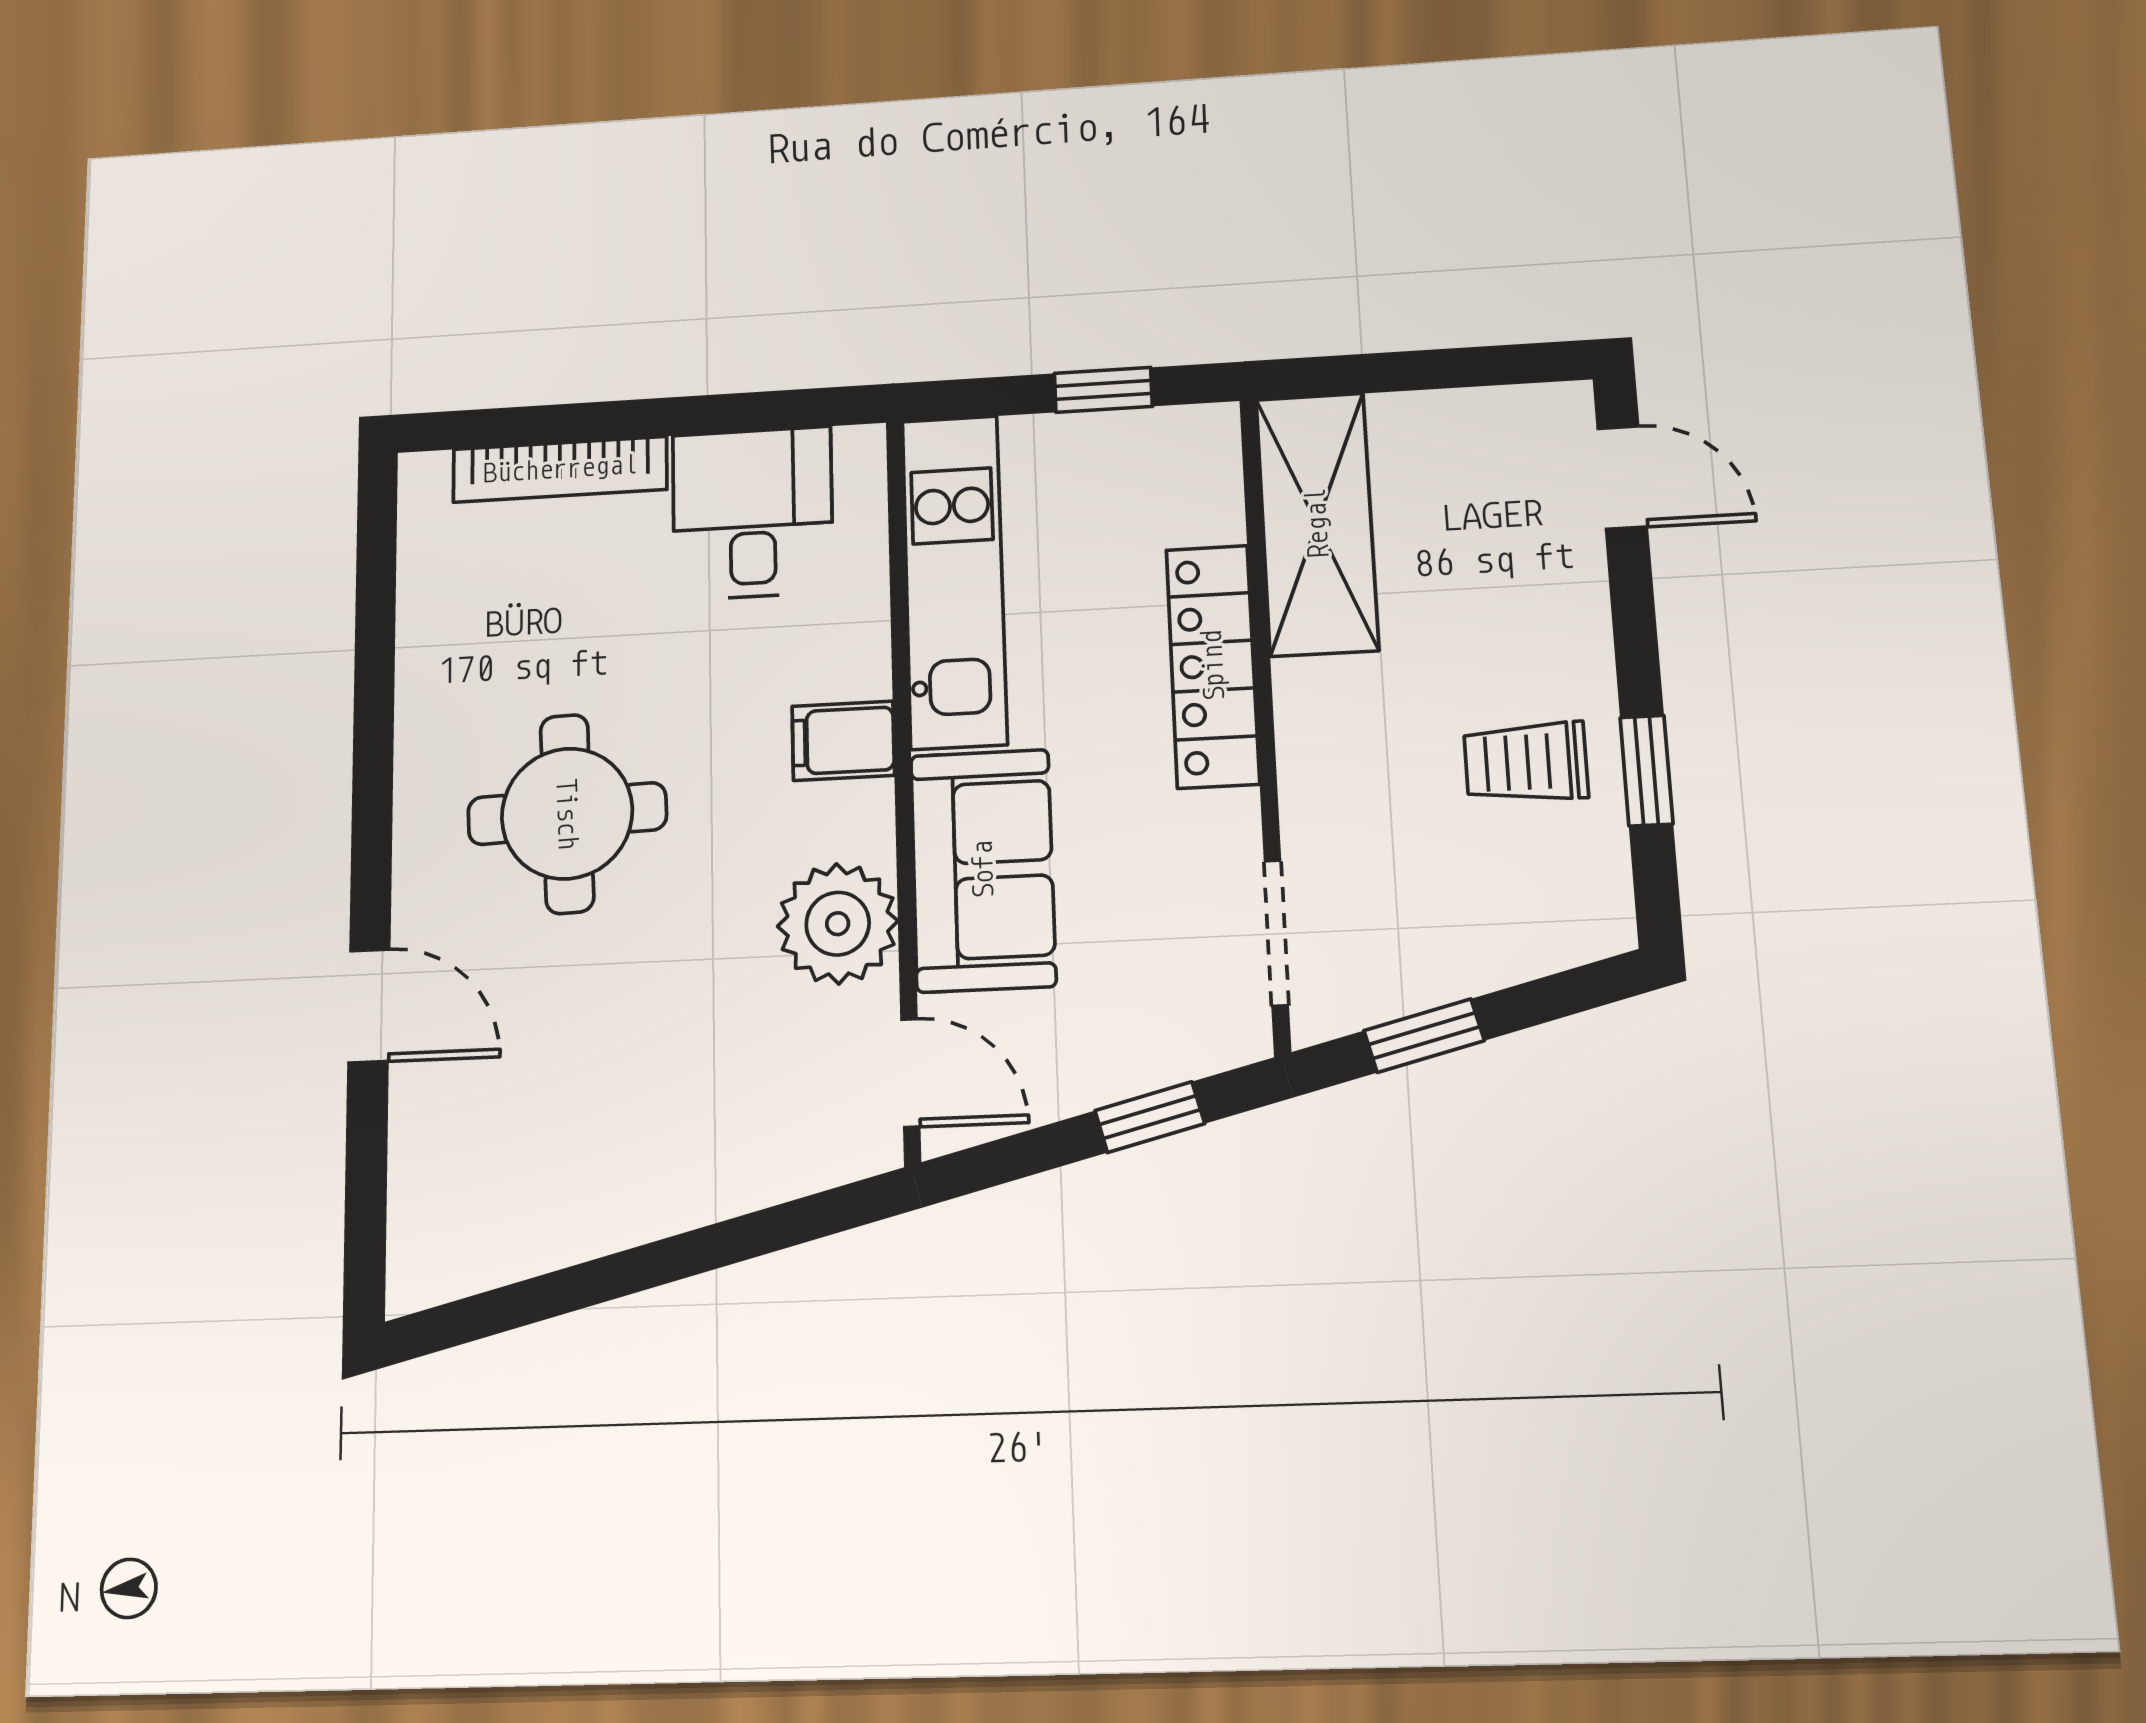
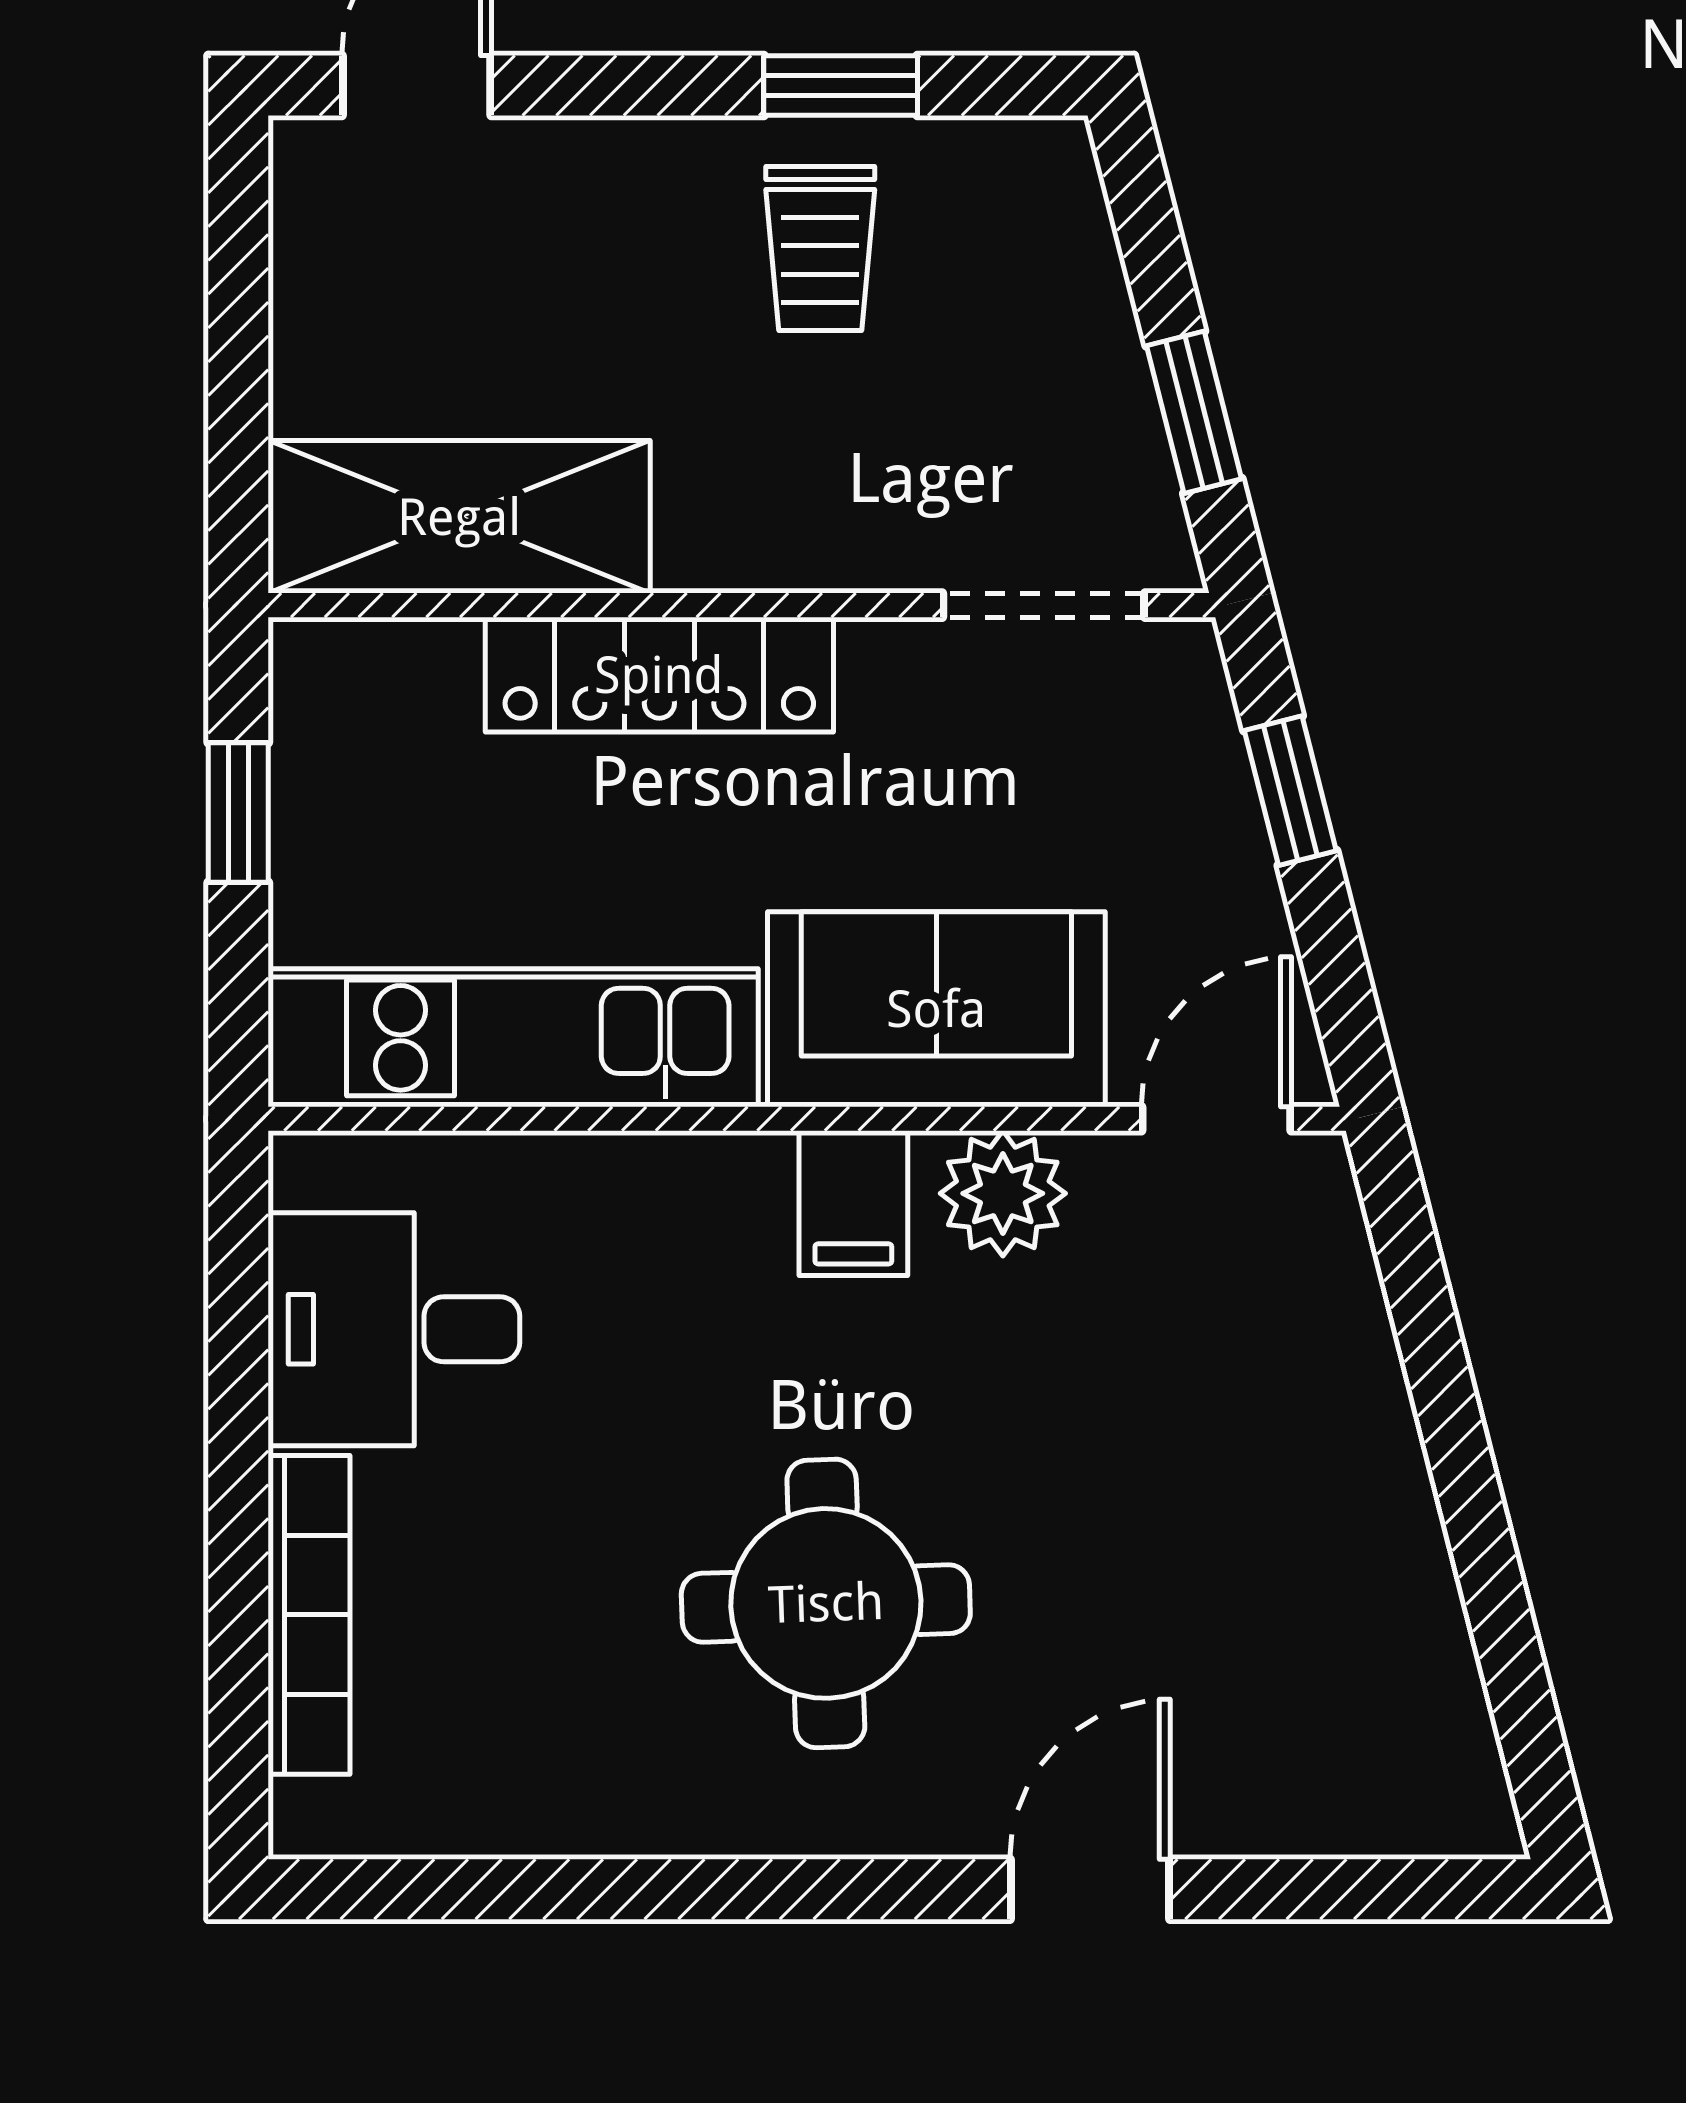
filing cabinet: (843, 741) -> (853, 1203), moved
plant: (838, 924) -> (1003, 1193), width x0.73, depth x0.73

